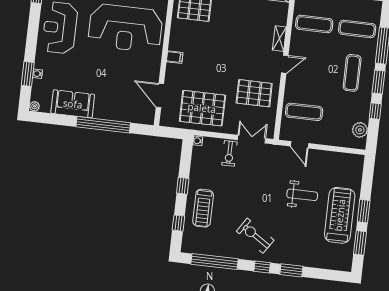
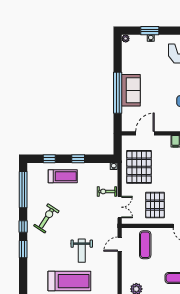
sofa: (73, 104) -> (131, 90), moved
treadmill: (203, 208) -> (63, 176), turned 180

